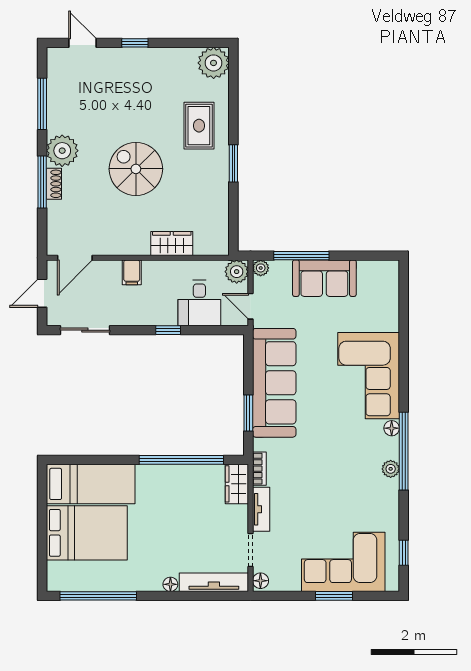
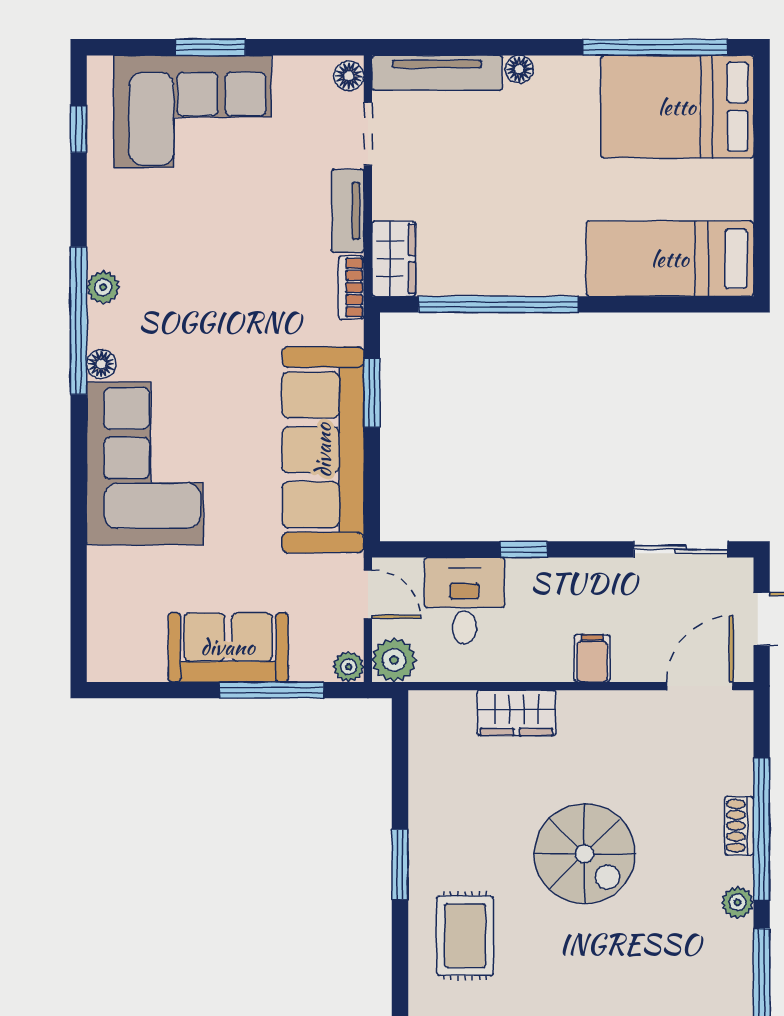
plant: (62, 151) -> (738, 902), width x0.53, depth x0.53
window: (42, 182) -> (762, 829), width x1.46
bed: (87, 533) -> (677, 107), moved

